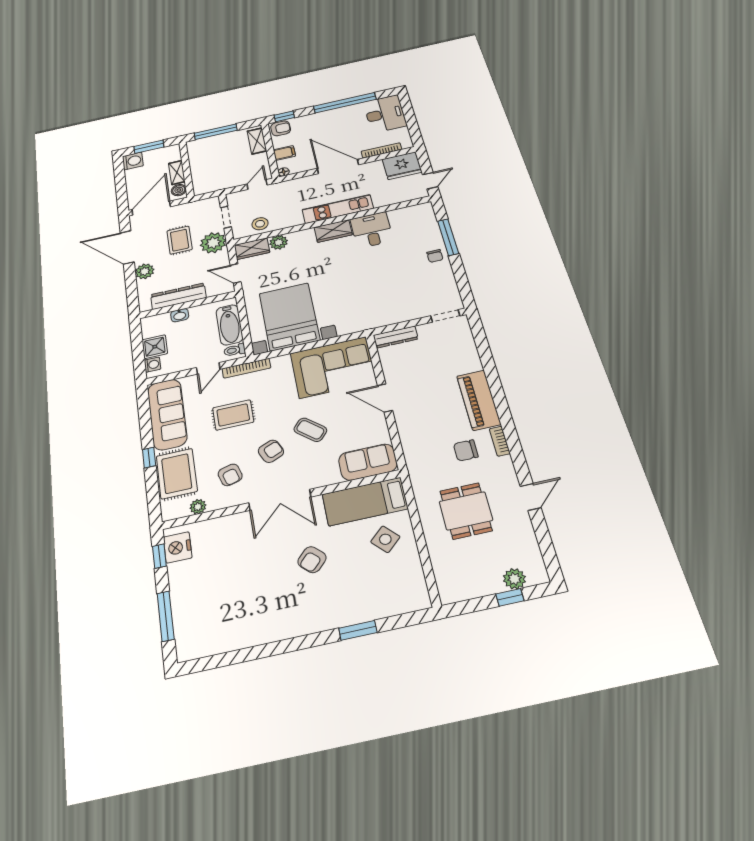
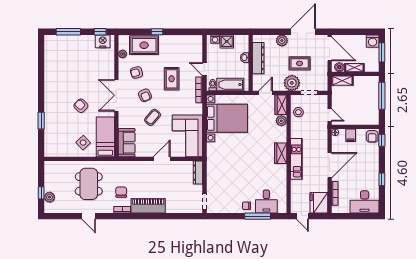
window: (345, 103) -> (382, 179), width x0.32
shelving: (257, 141) -> (342, 81), moved
desk: (372, 230) -> (266, 202), moved, turned 90
sofa: (167, 414) -> (181, 44), removed
dining table: (466, 511) -> (89, 184), width x1.38

